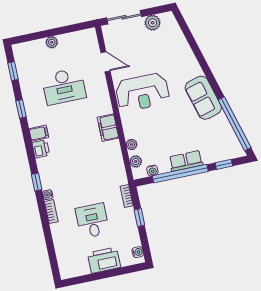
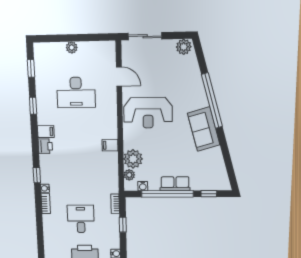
plant: (153, 23) -> (184, 47), moved
window: (235, 124) -> (212, 101), moved
filing cabinet: (108, 128) -> (110, 145), width x0.50
plant: (132, 144) -> (133, 159), width x1.87, depth x1.87

